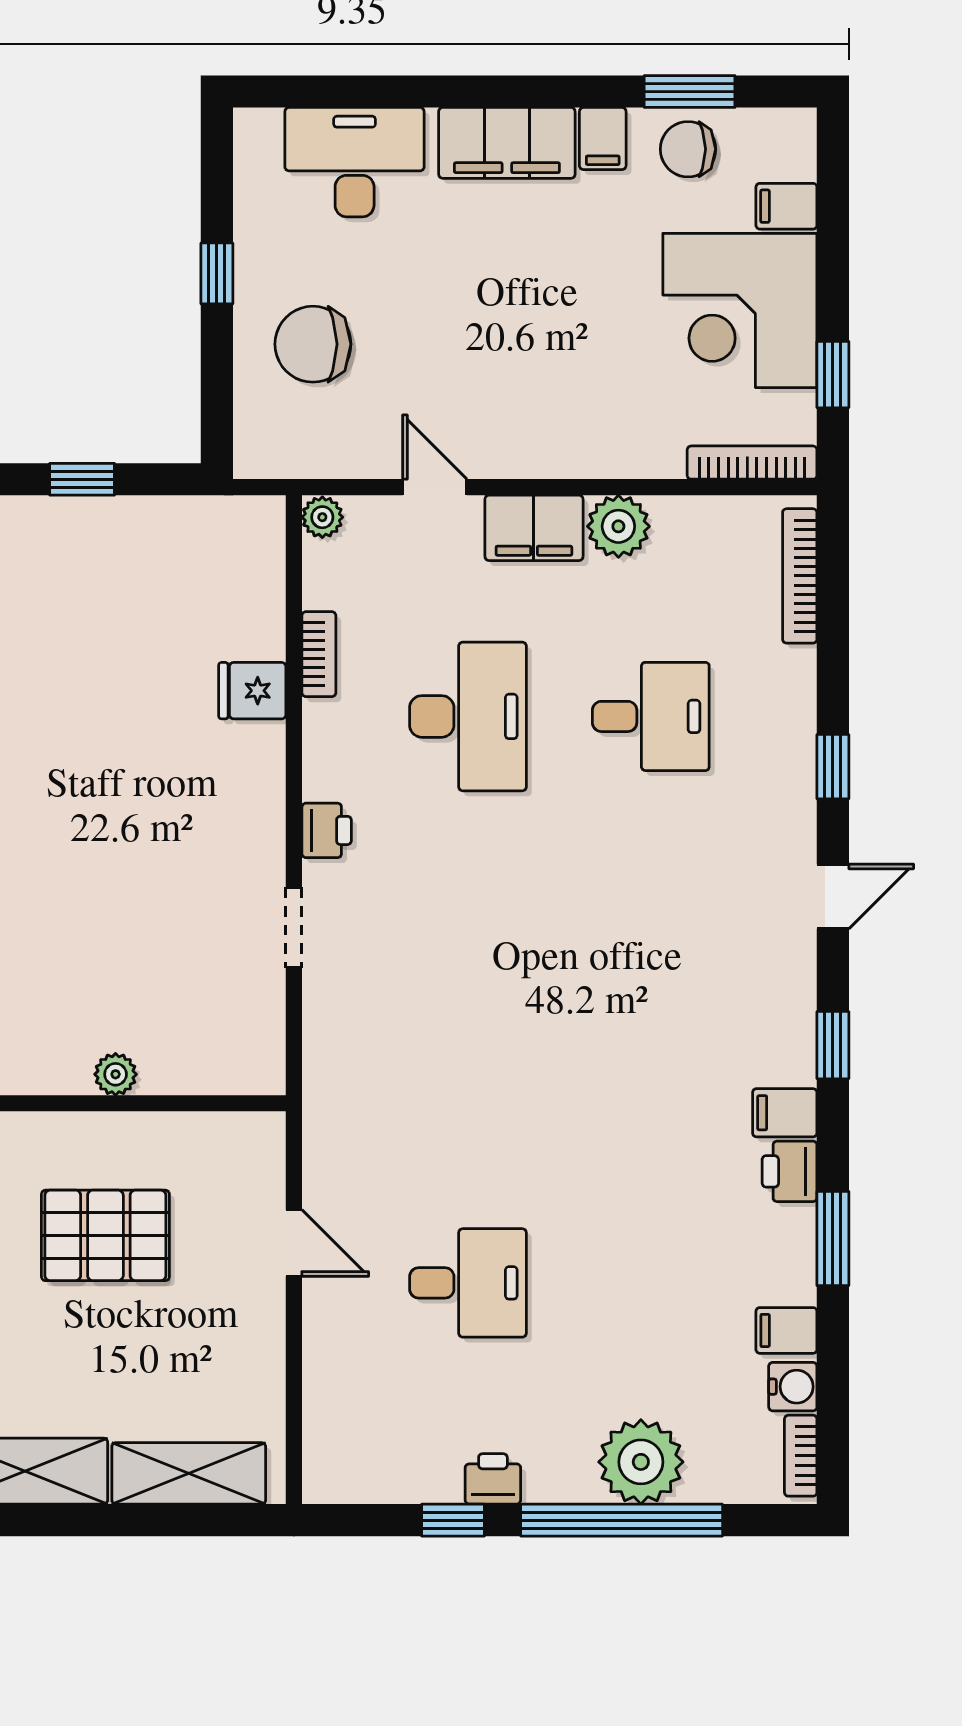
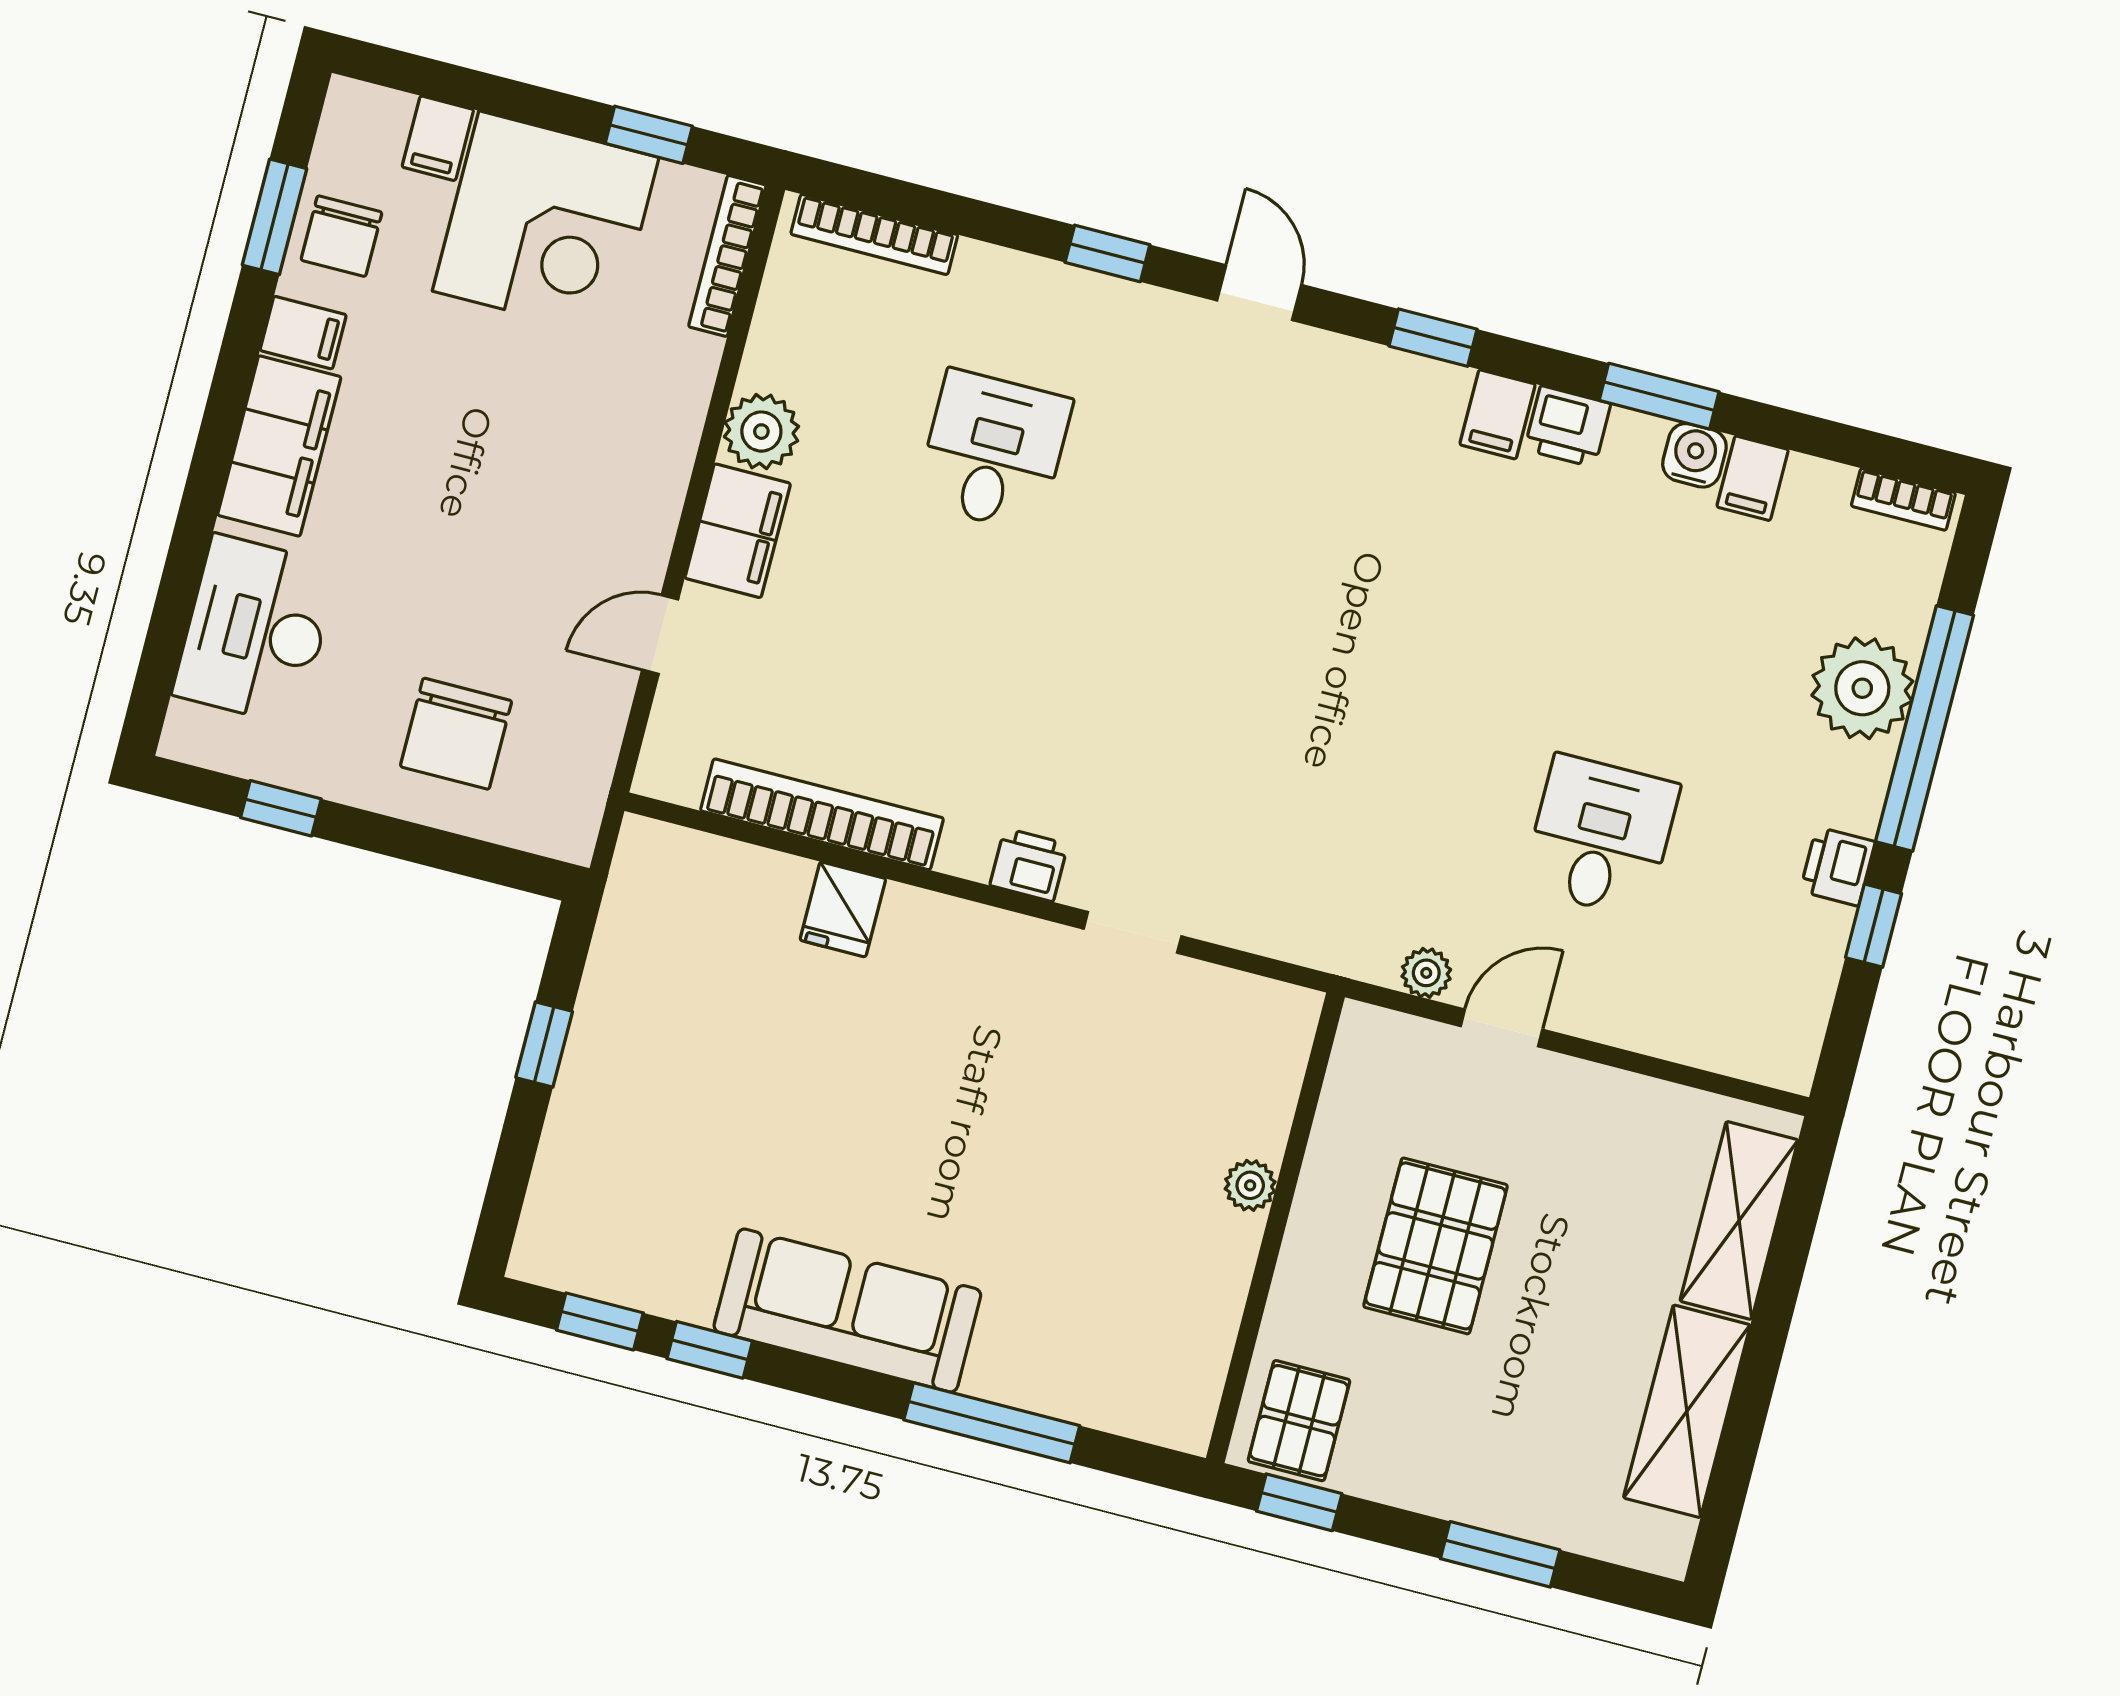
window: (217, 273) -> (281, 808), moved
plant: (322, 517) -> (1426, 973), moved
bookcase: (319, 654) -> (822, 814), width x2.31, depth x1.31
desk: (468, 716) -> (938, 665), removed
water cooler: (793, 1387) -> (1694, 455), moved

